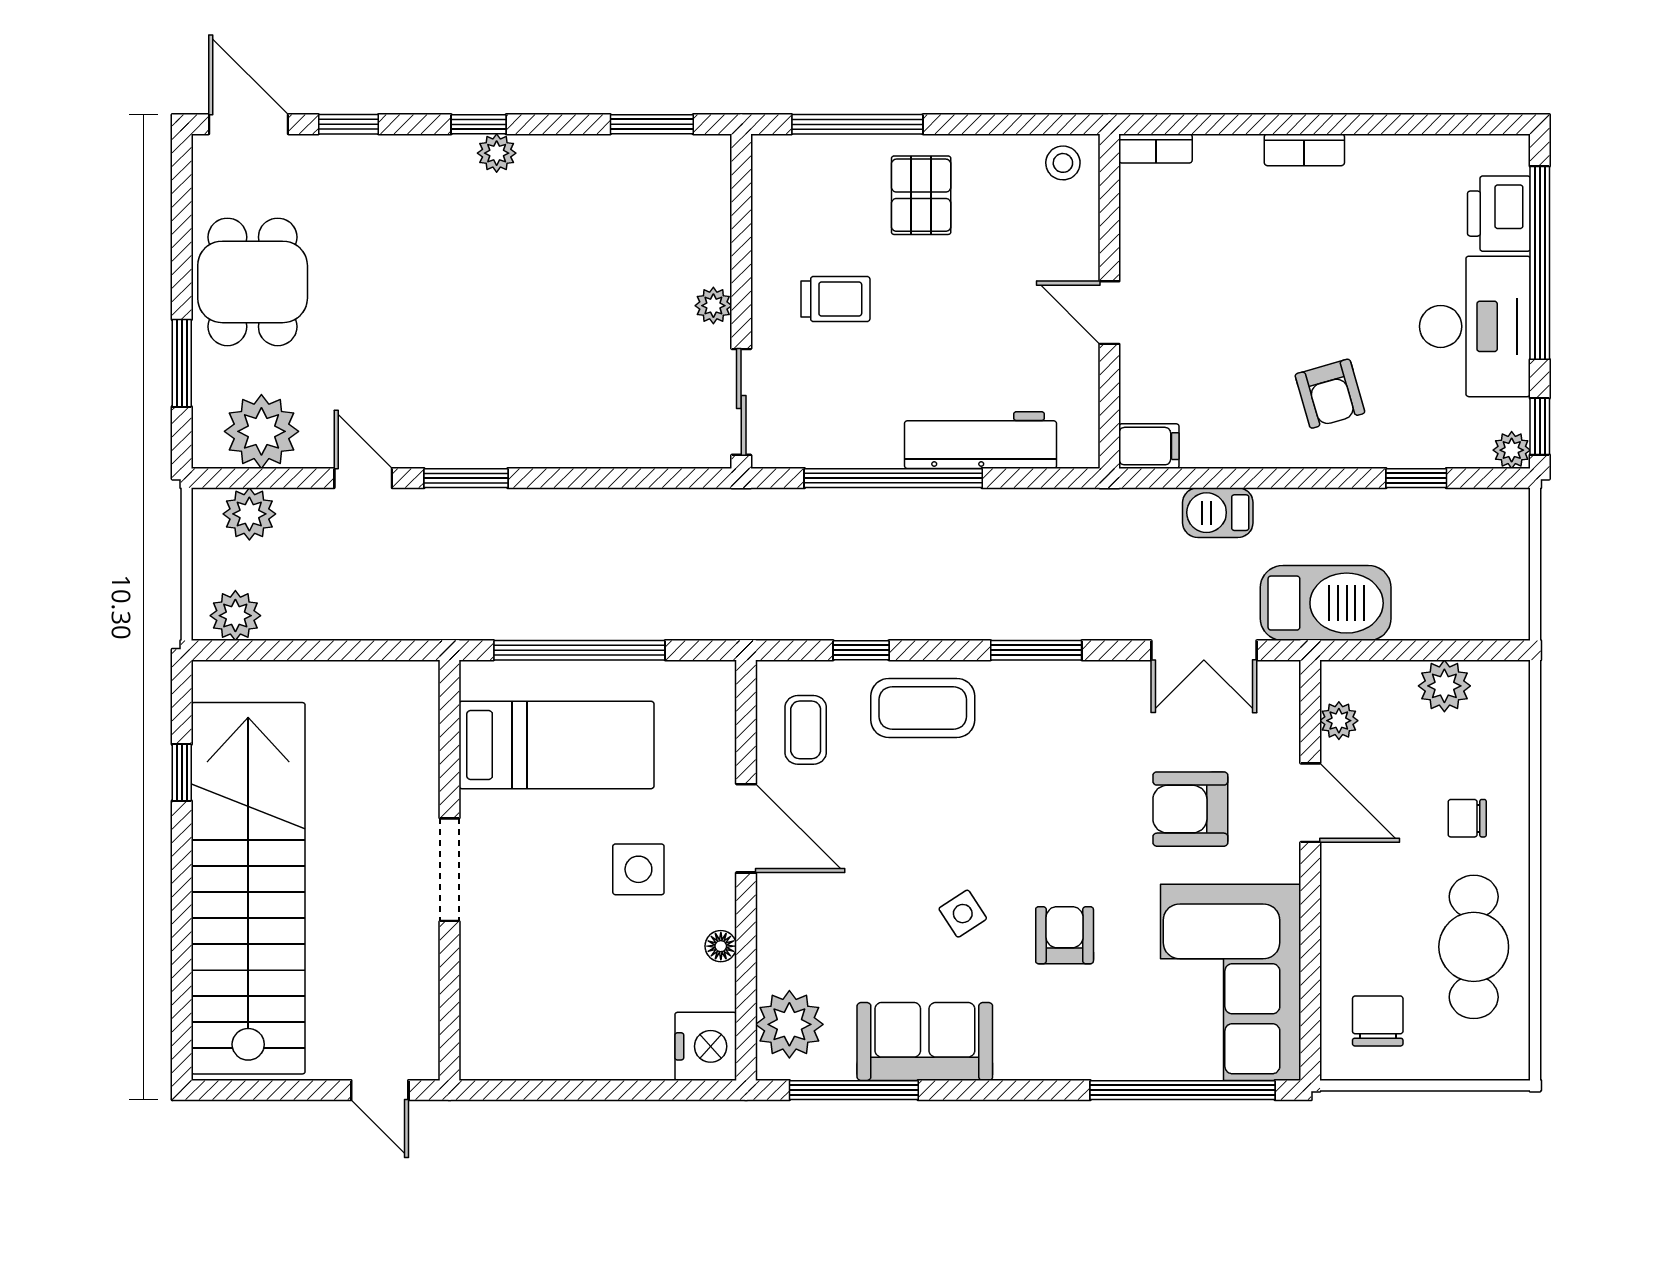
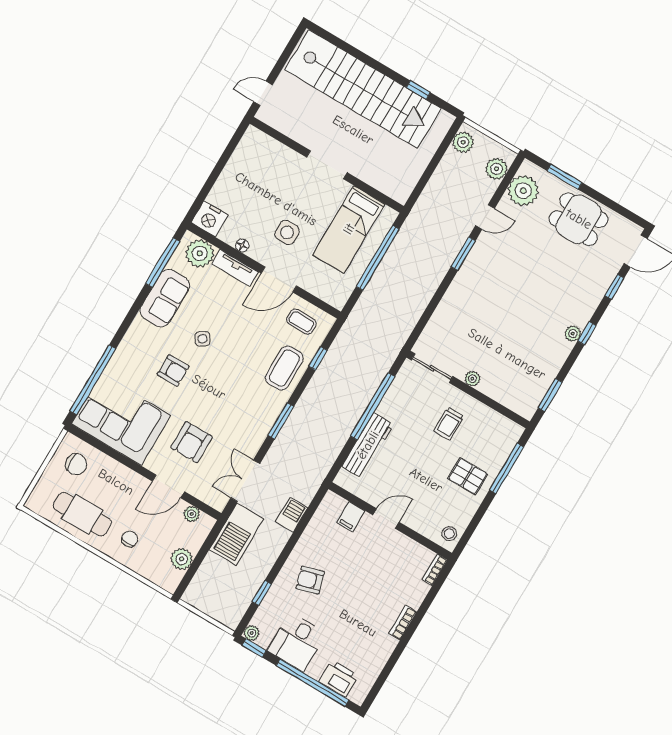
desk: (1475, 326) -> (297, 642), width x0.73
filing cabinet: (1149, 446) -> (351, 517), moved
armchair: (1190, 809) -> (192, 442), turned 180
tv unit: (776, 934) -> (235, 268), added

